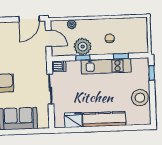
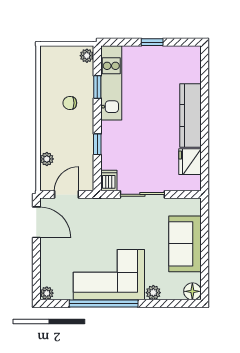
plant: (83, 47) -> (87, 56), moved, width x0.53, depth x0.53
kitchen unit: (106, 66) -> (111, 83), moved
window: (152, 73) -> (152, 42), moved
stool: (140, 98) -> (160, 61), removed

